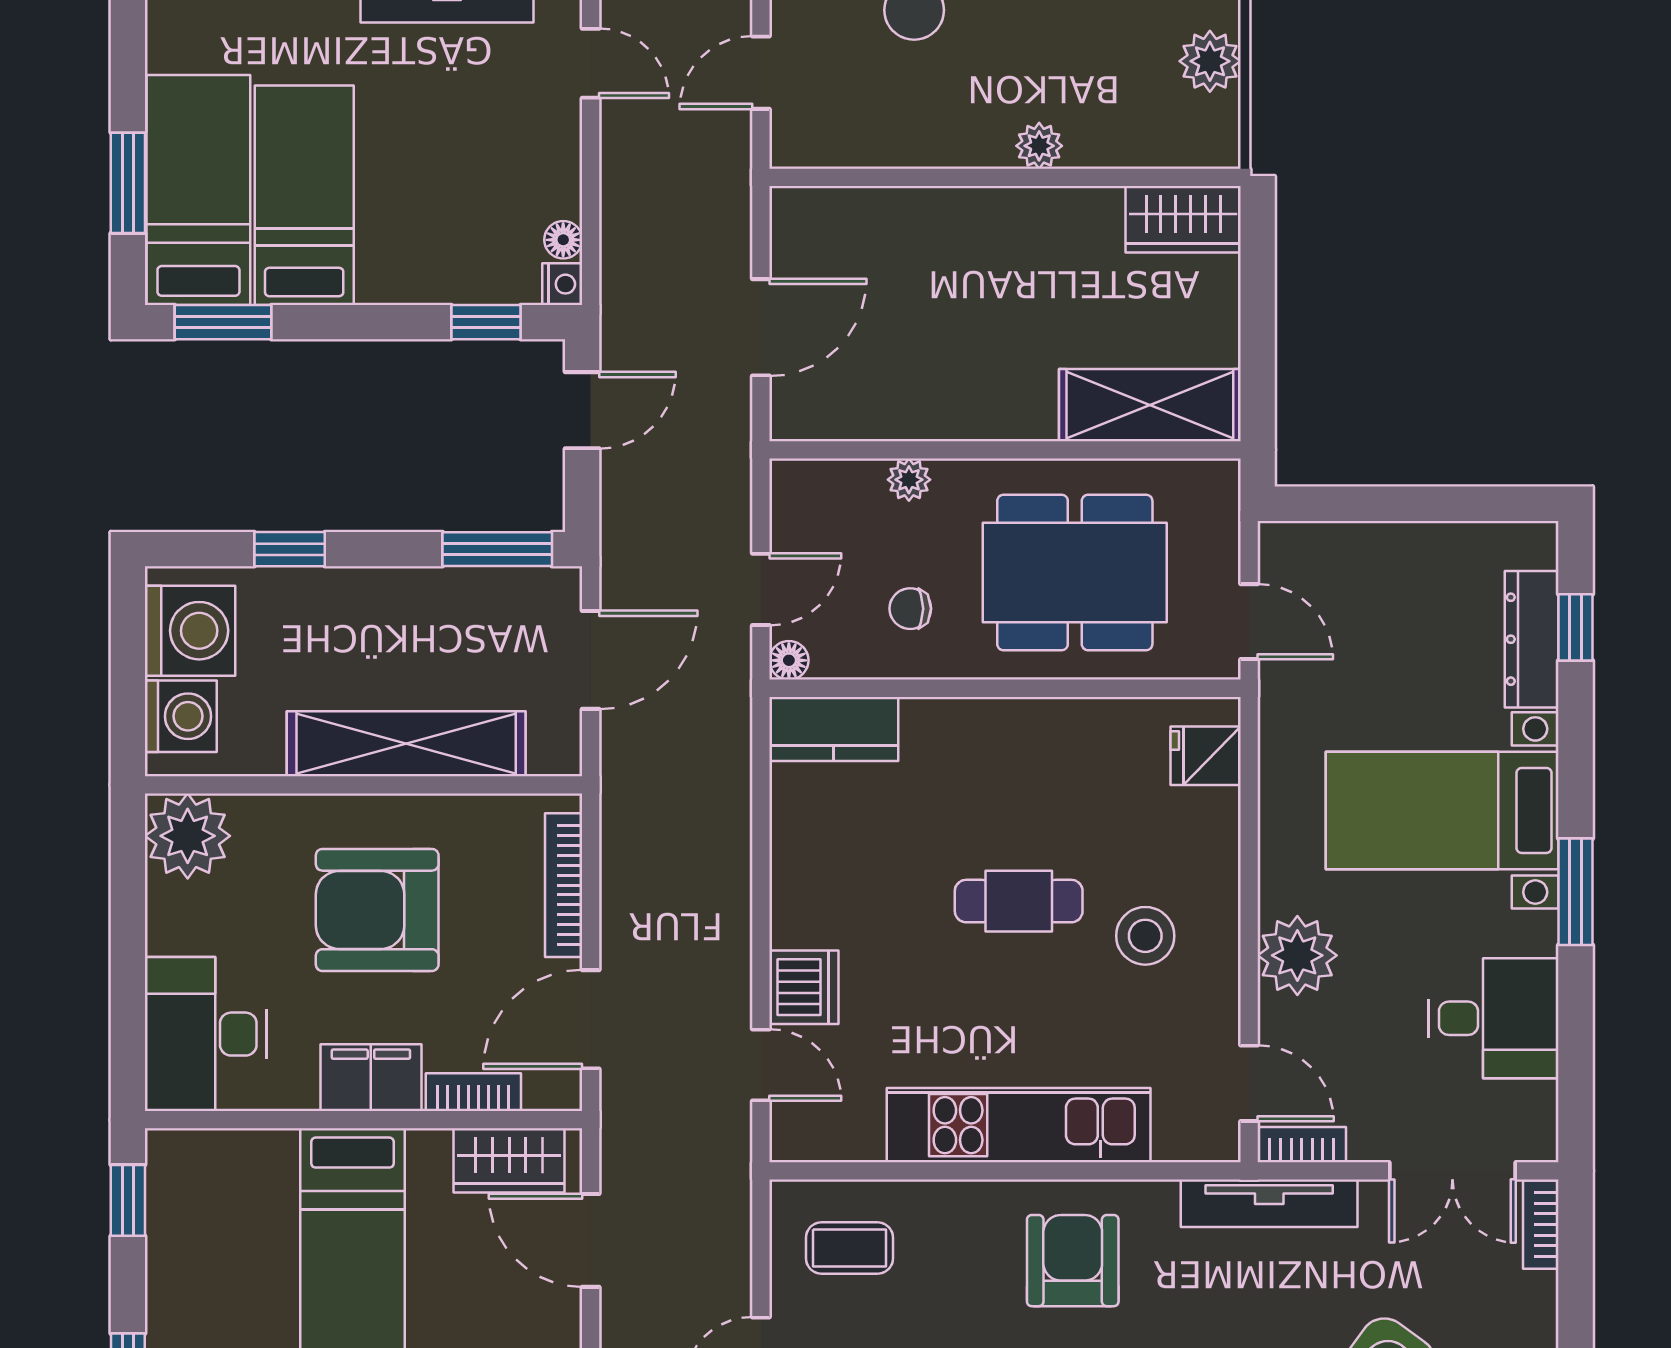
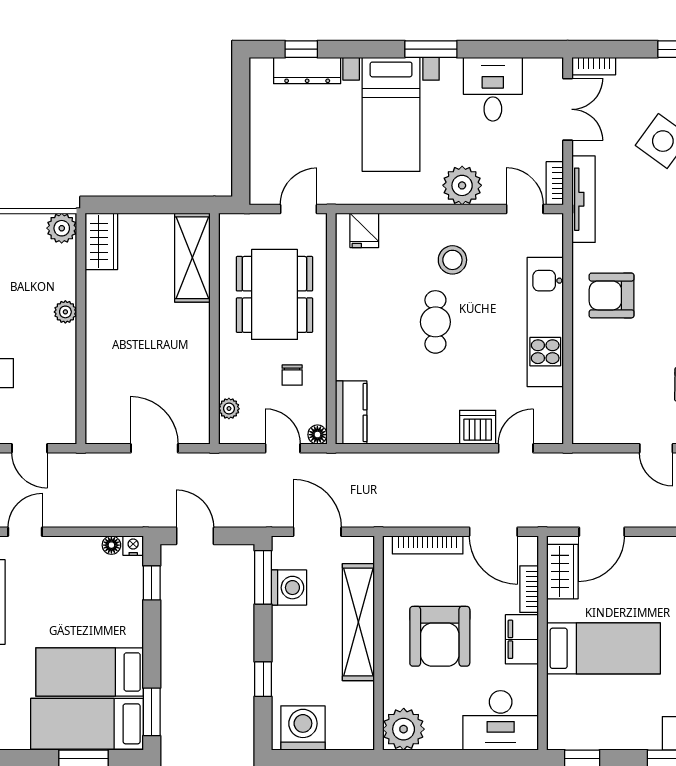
plant: (1210, 61) -> (62, 228), moved
plant: (909, 480) -> (229, 409), moved
washing machine: (181, 716) -> (289, 588), moved, turned 90
door: (1249, 1083) -> (525, 209), hinge flipped
coffee table: (849, 1248) -> (605, 405), removed

